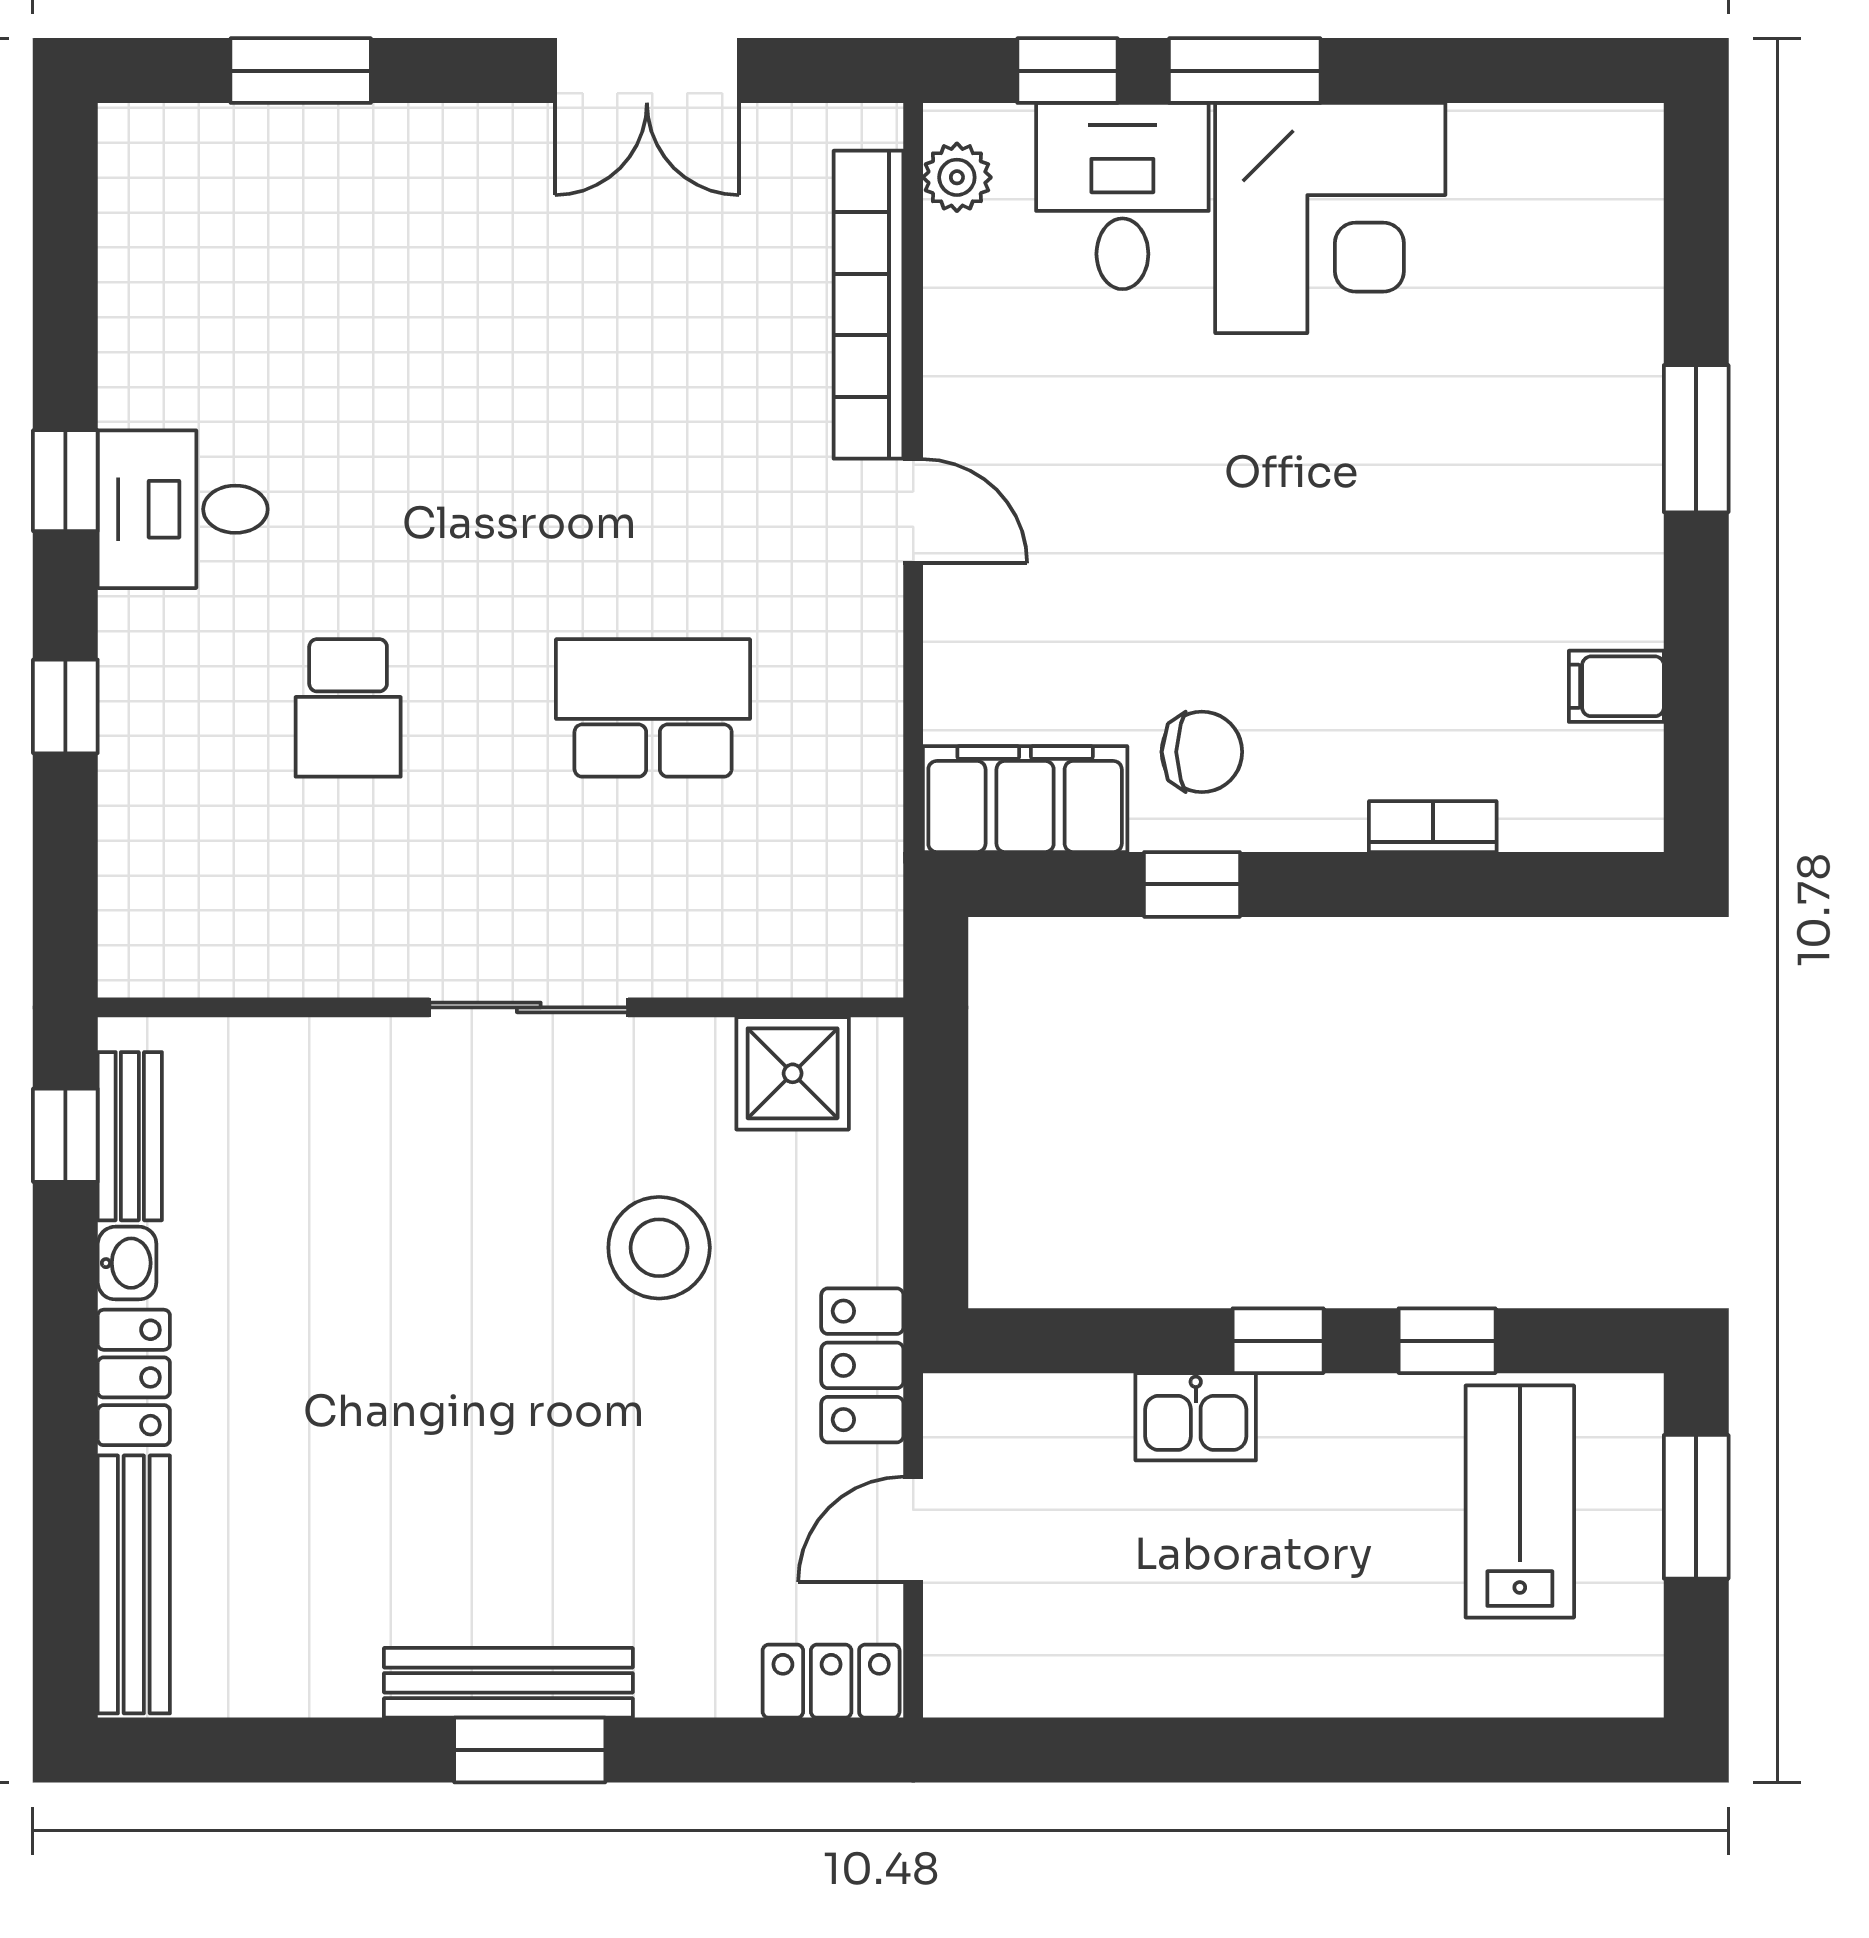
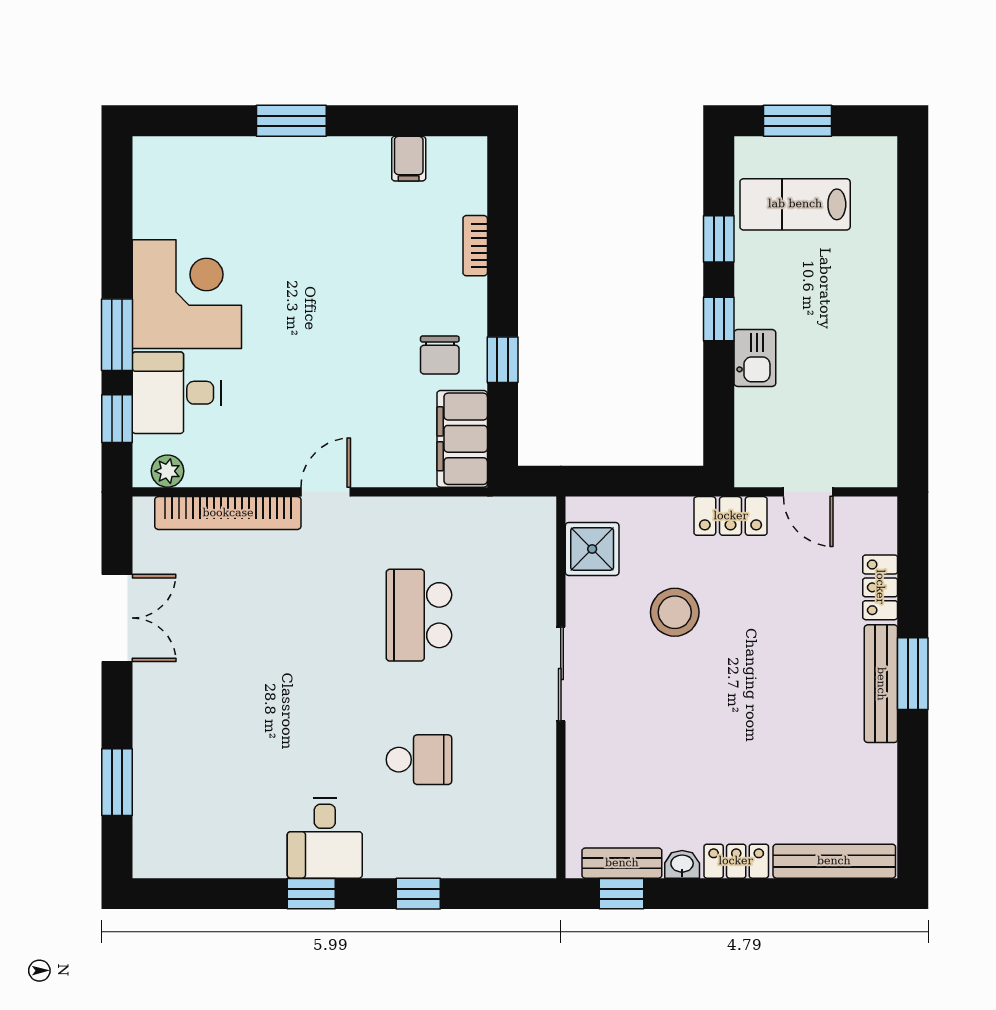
chair: (1202, 752) -> (440, 355), turned 180
locker: (831, 1681) -> (880, 587), moved

